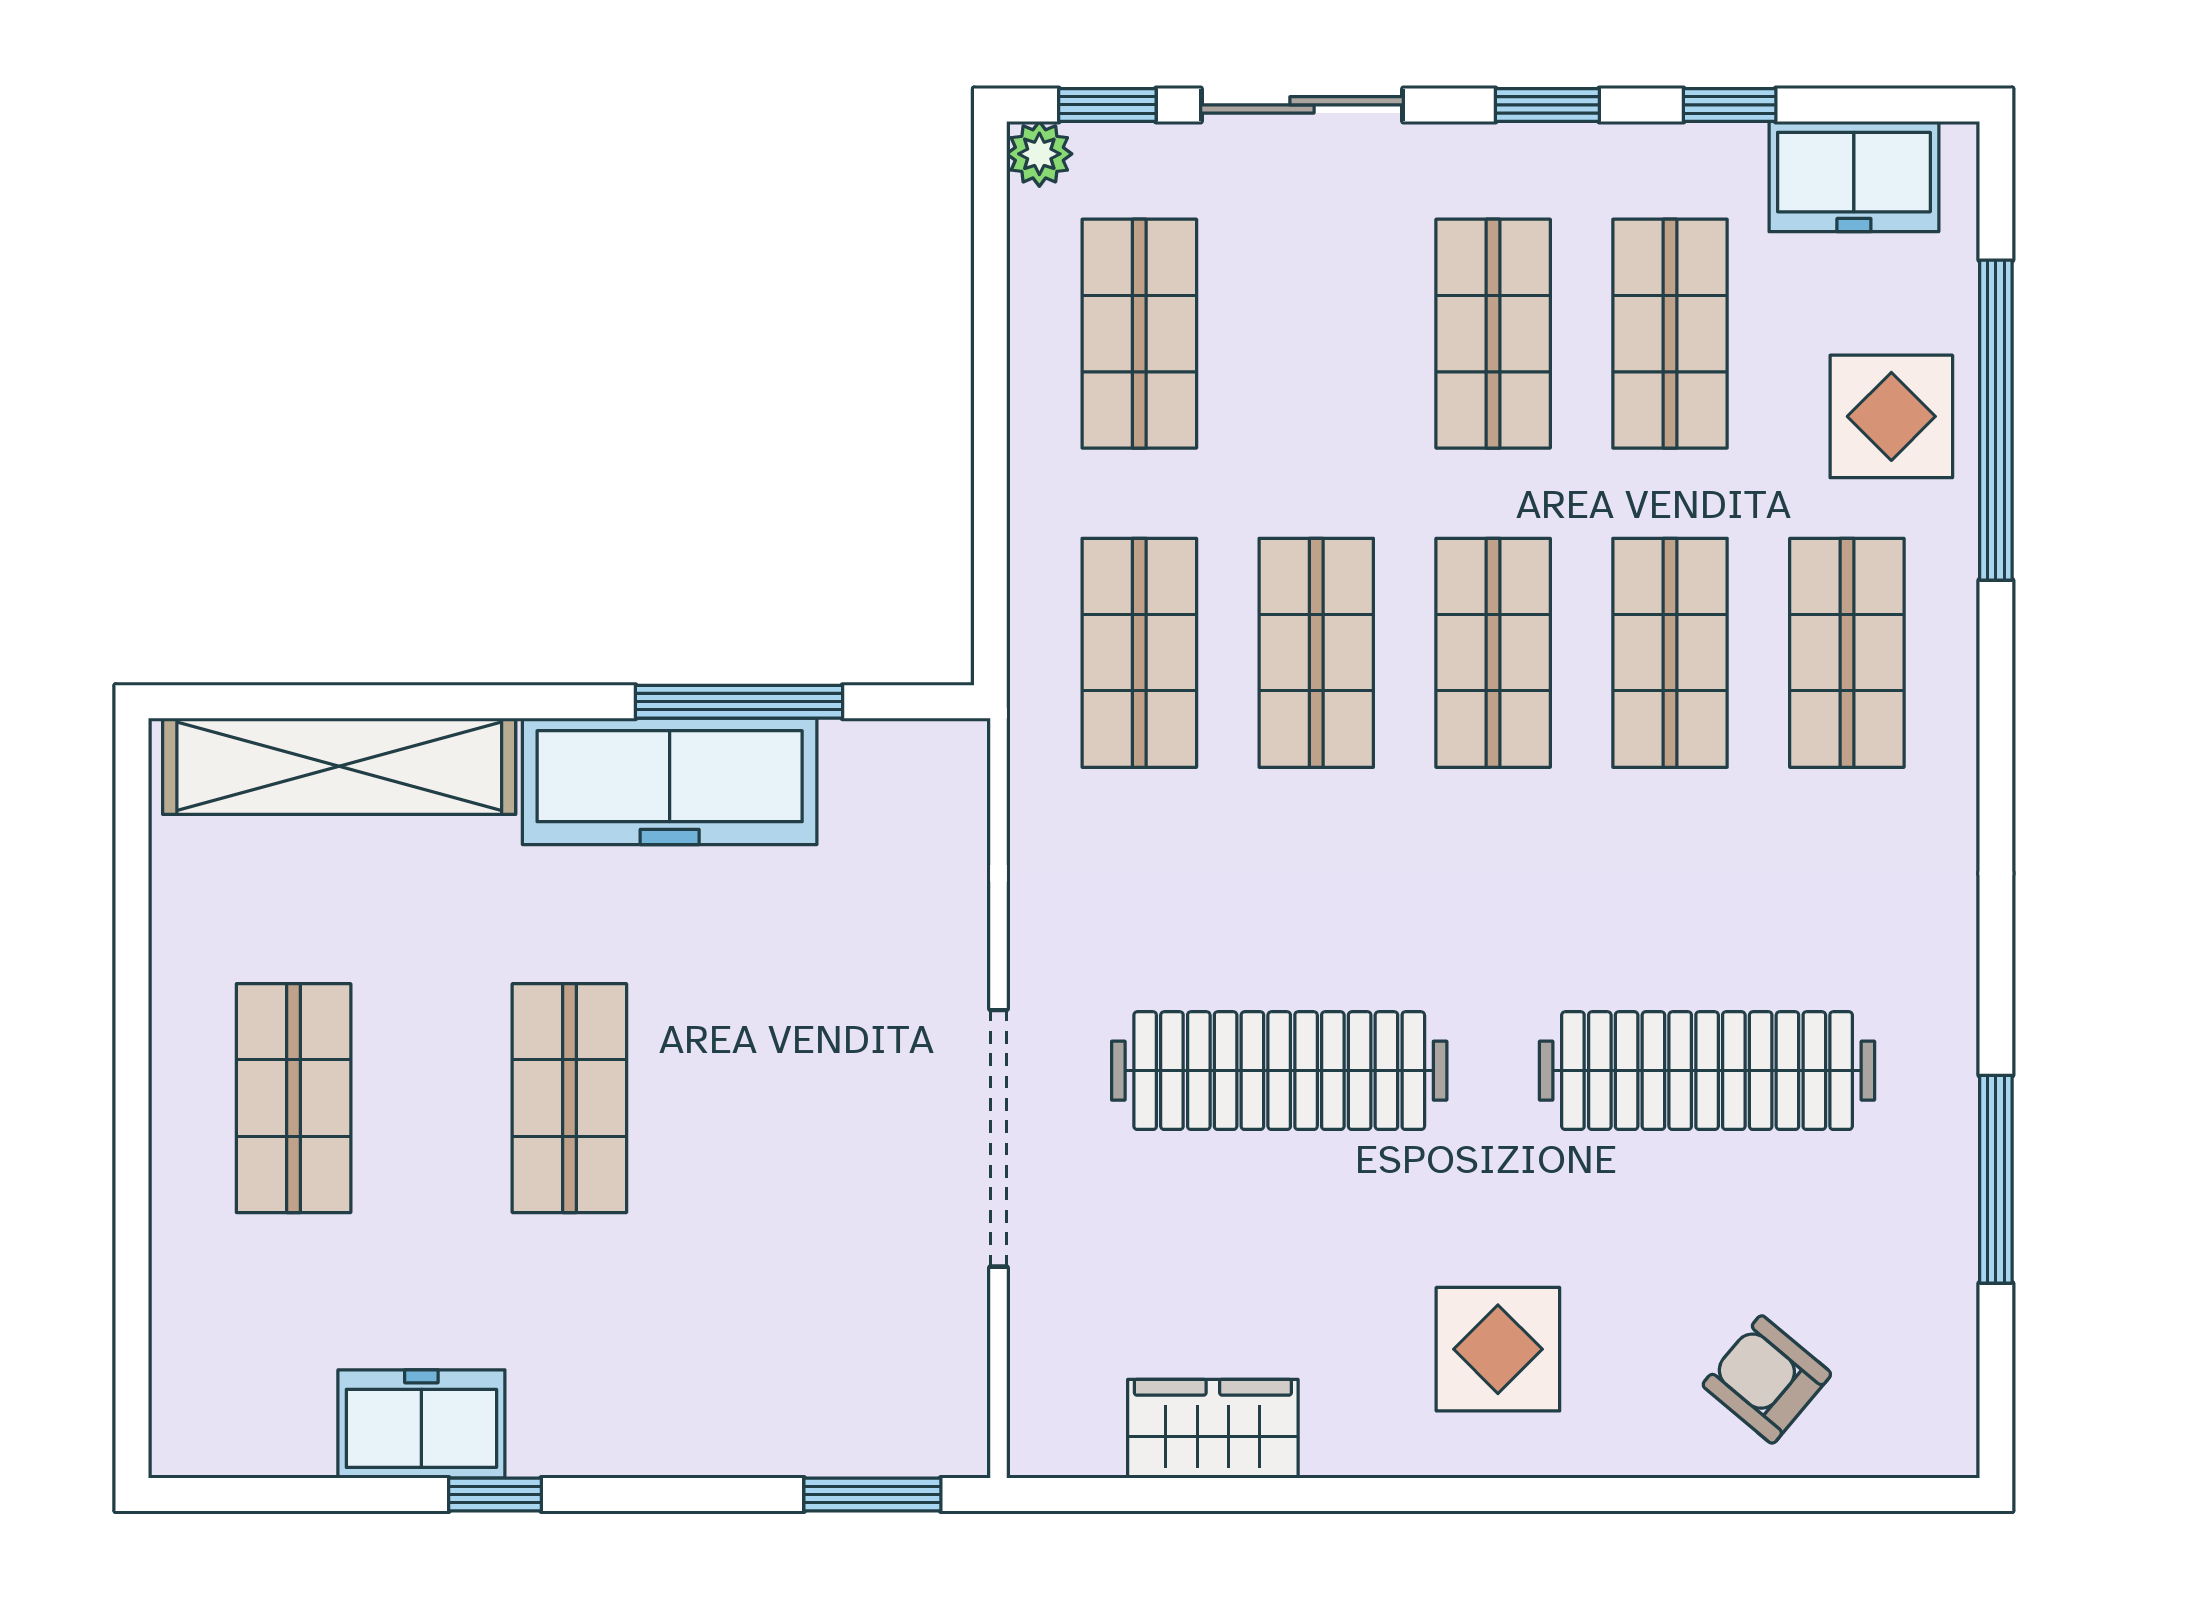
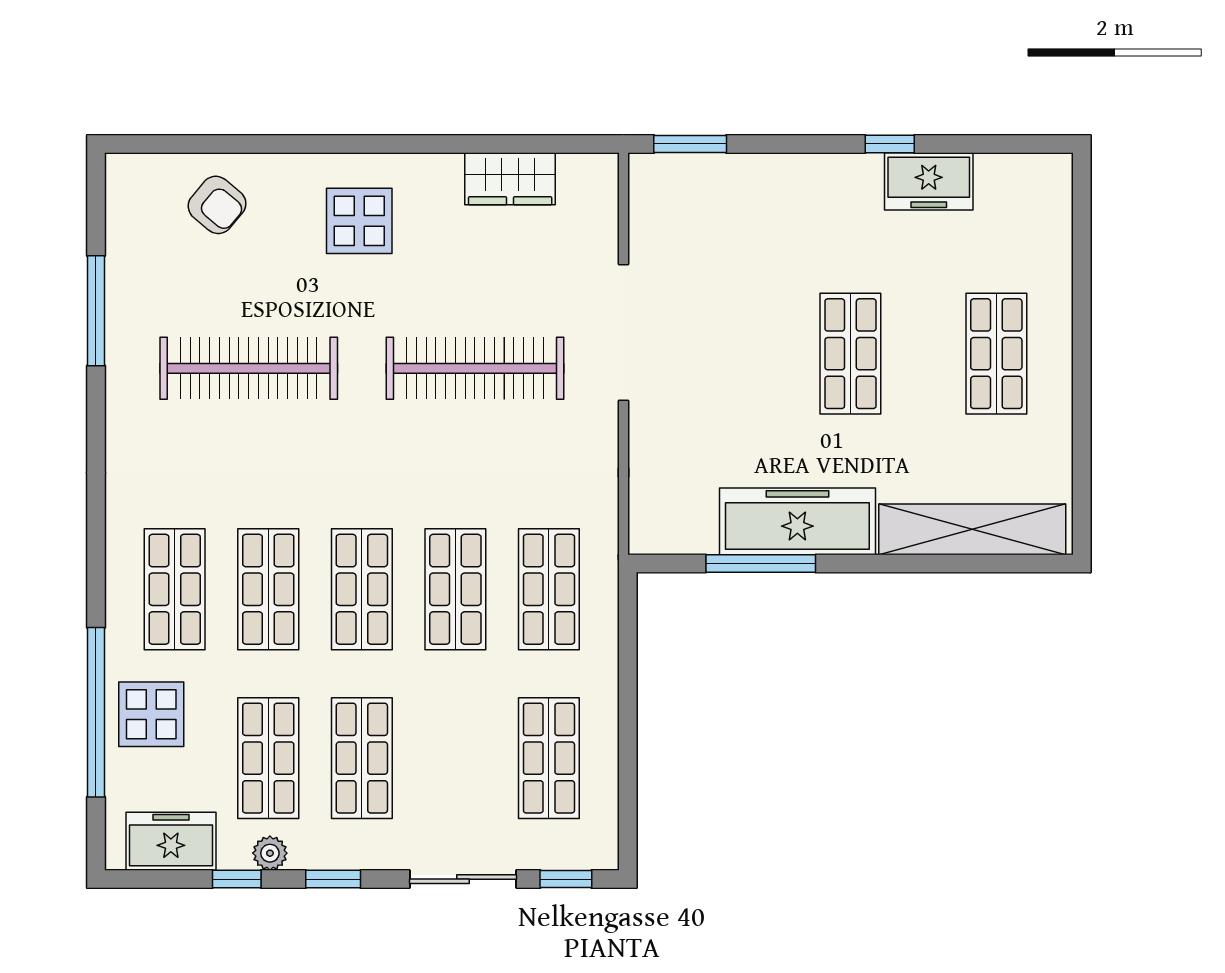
plant: (1039, 154) -> (270, 853), moved

